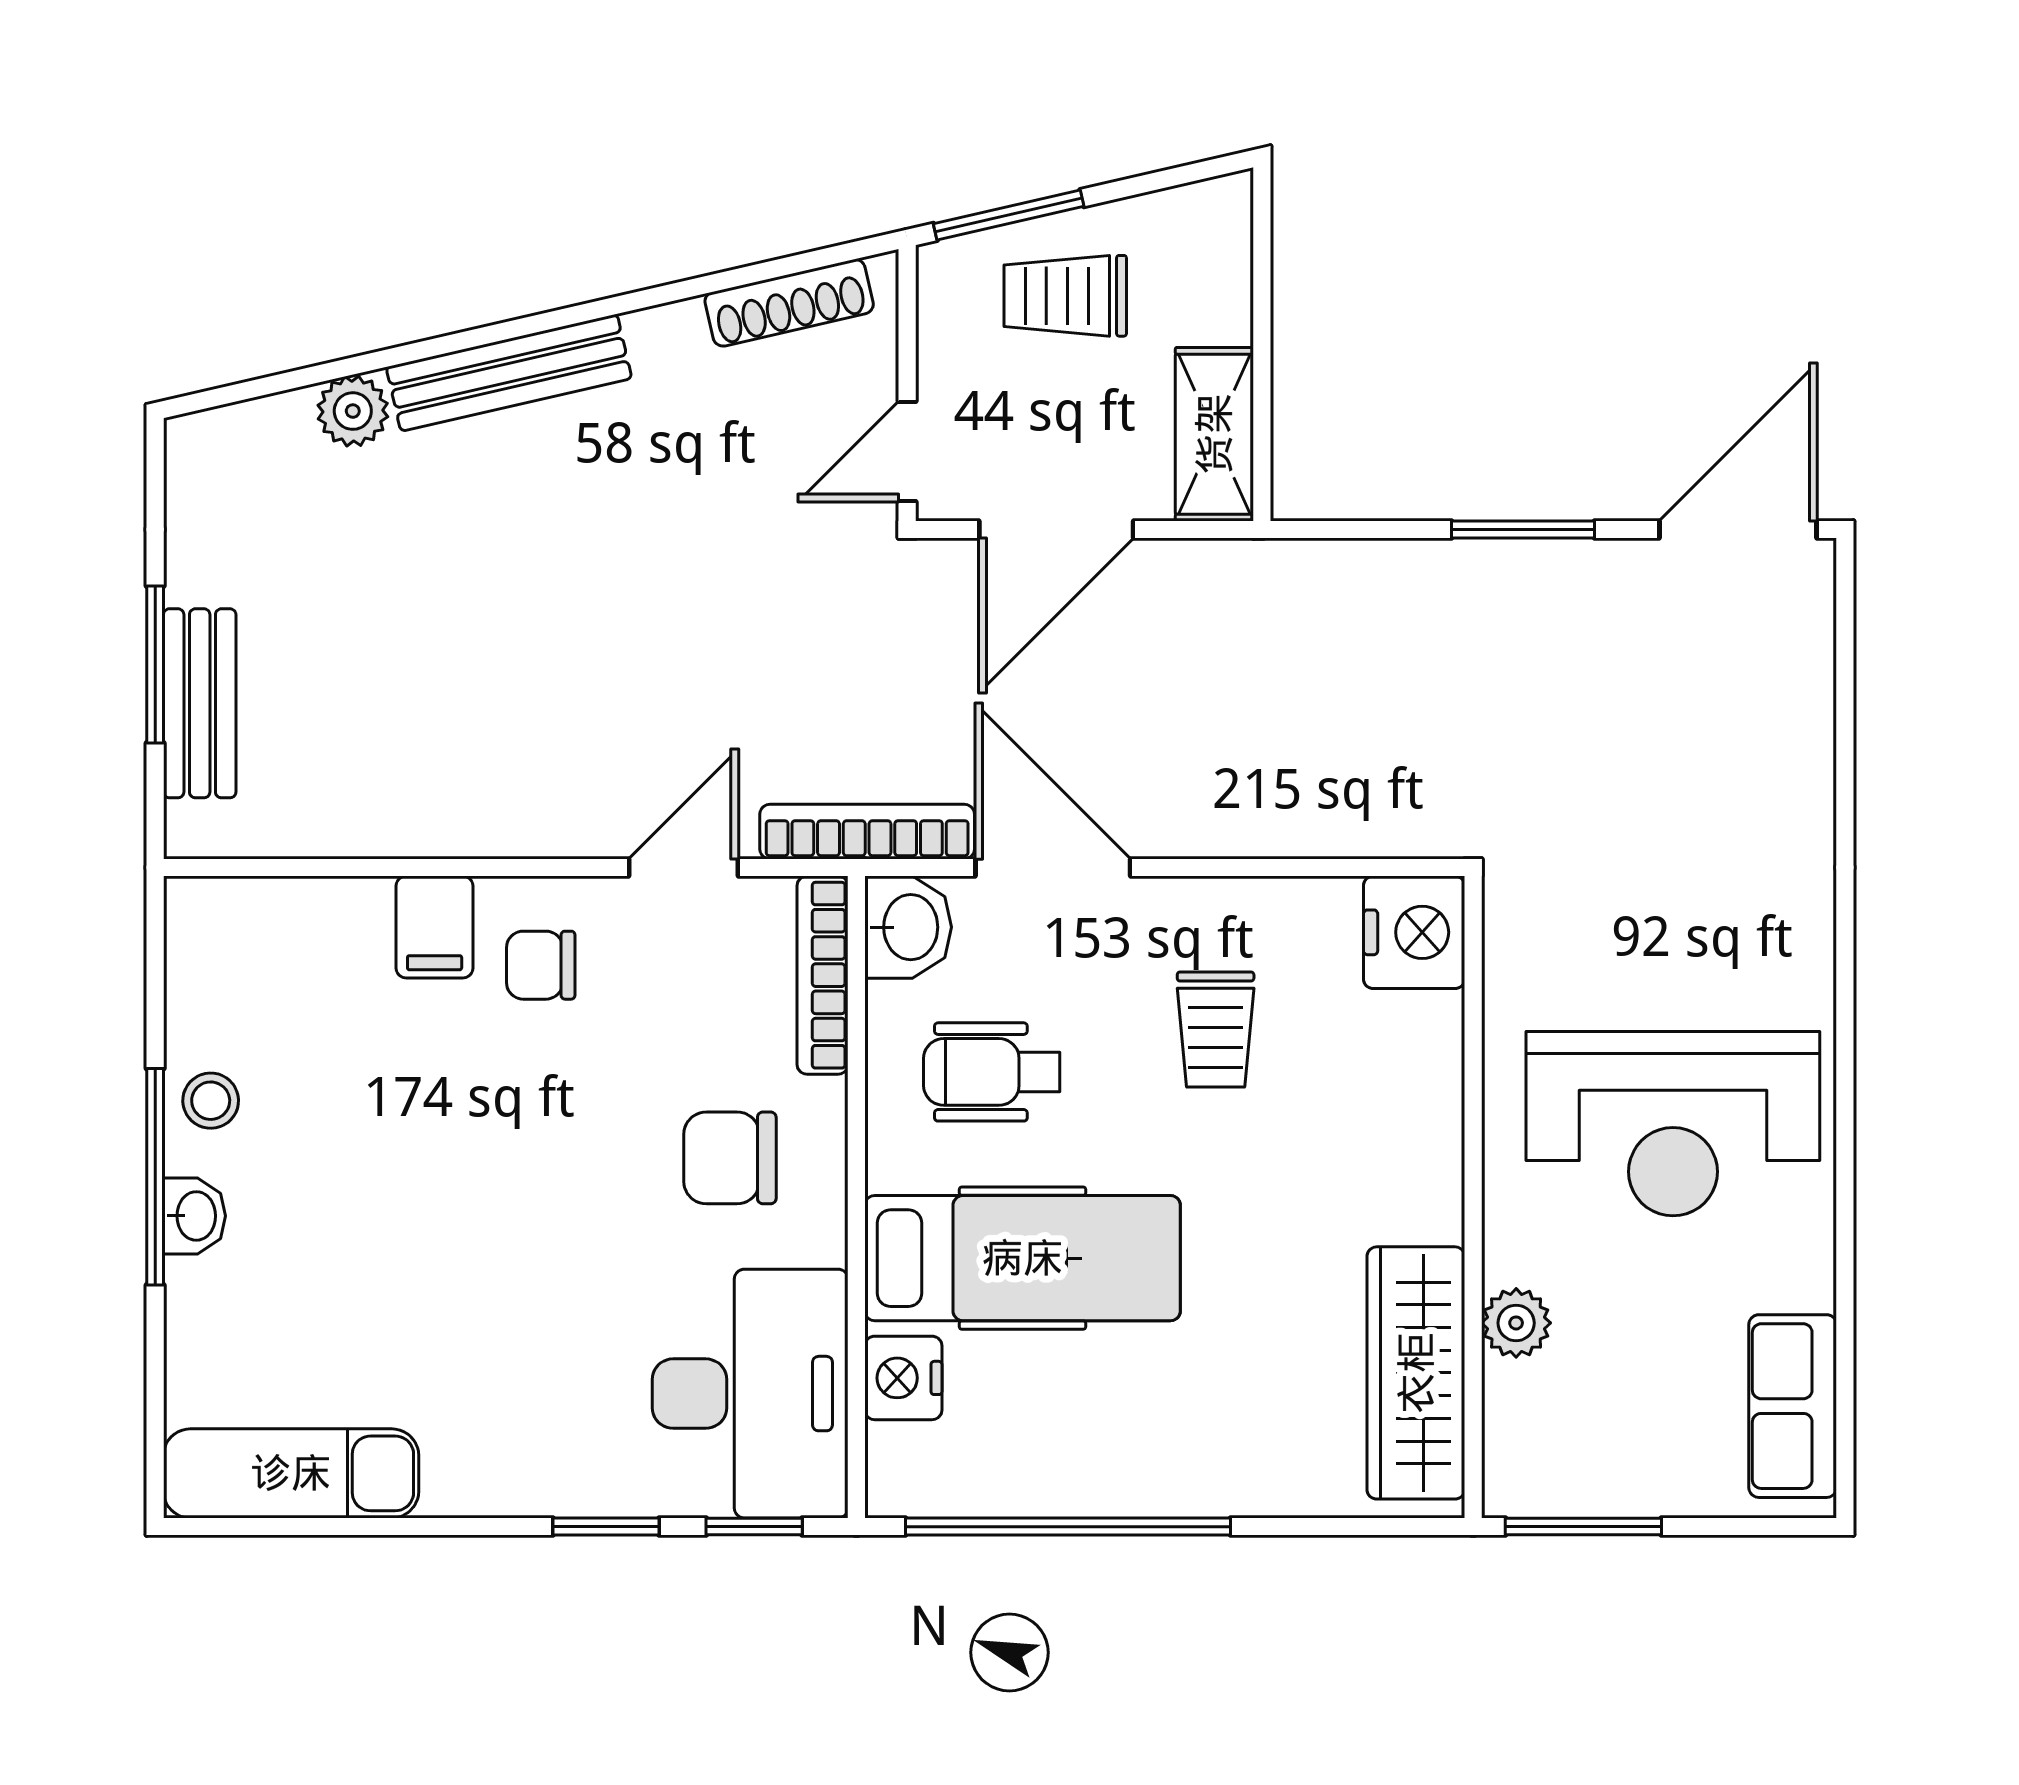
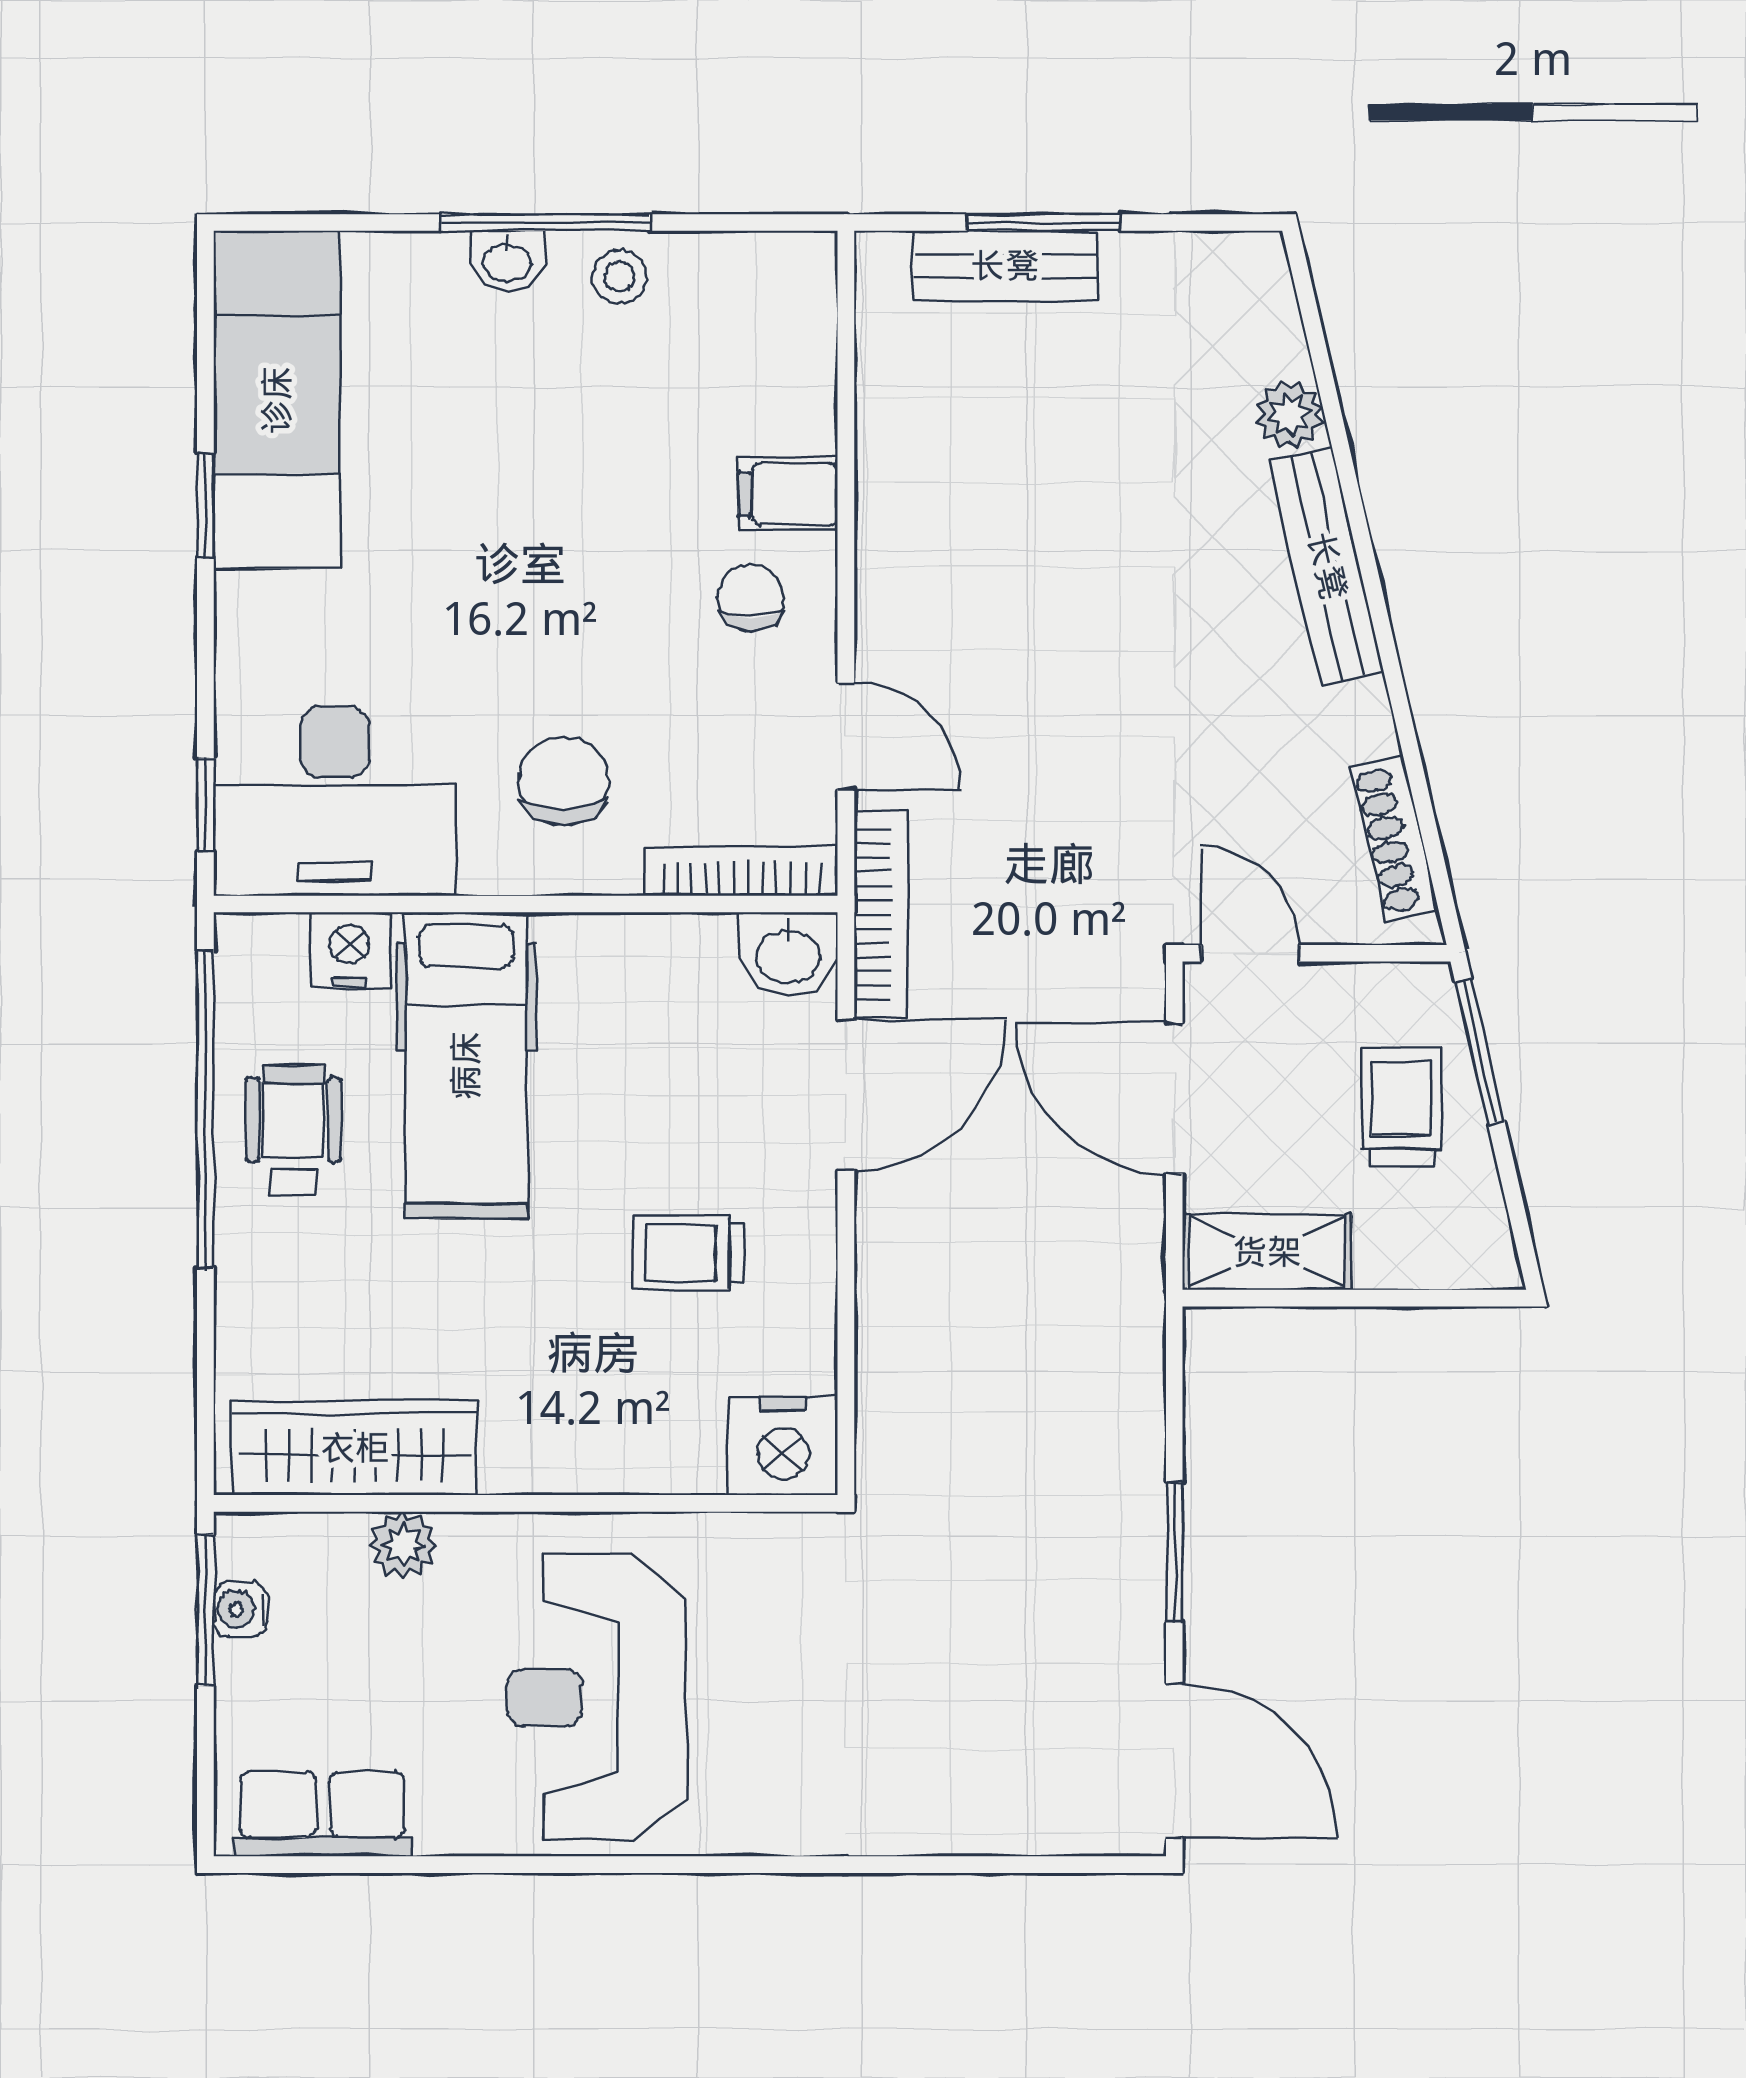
wheelchair: (992, 1072) -> (293, 1130), moved
exam couch: (291, 1473) -> (277, 400), width x1.36, depth x1.45
water cooler: (1582, 1490) -> (241, 1609), added
window: (606, 1527) -> (205, 505), moved

